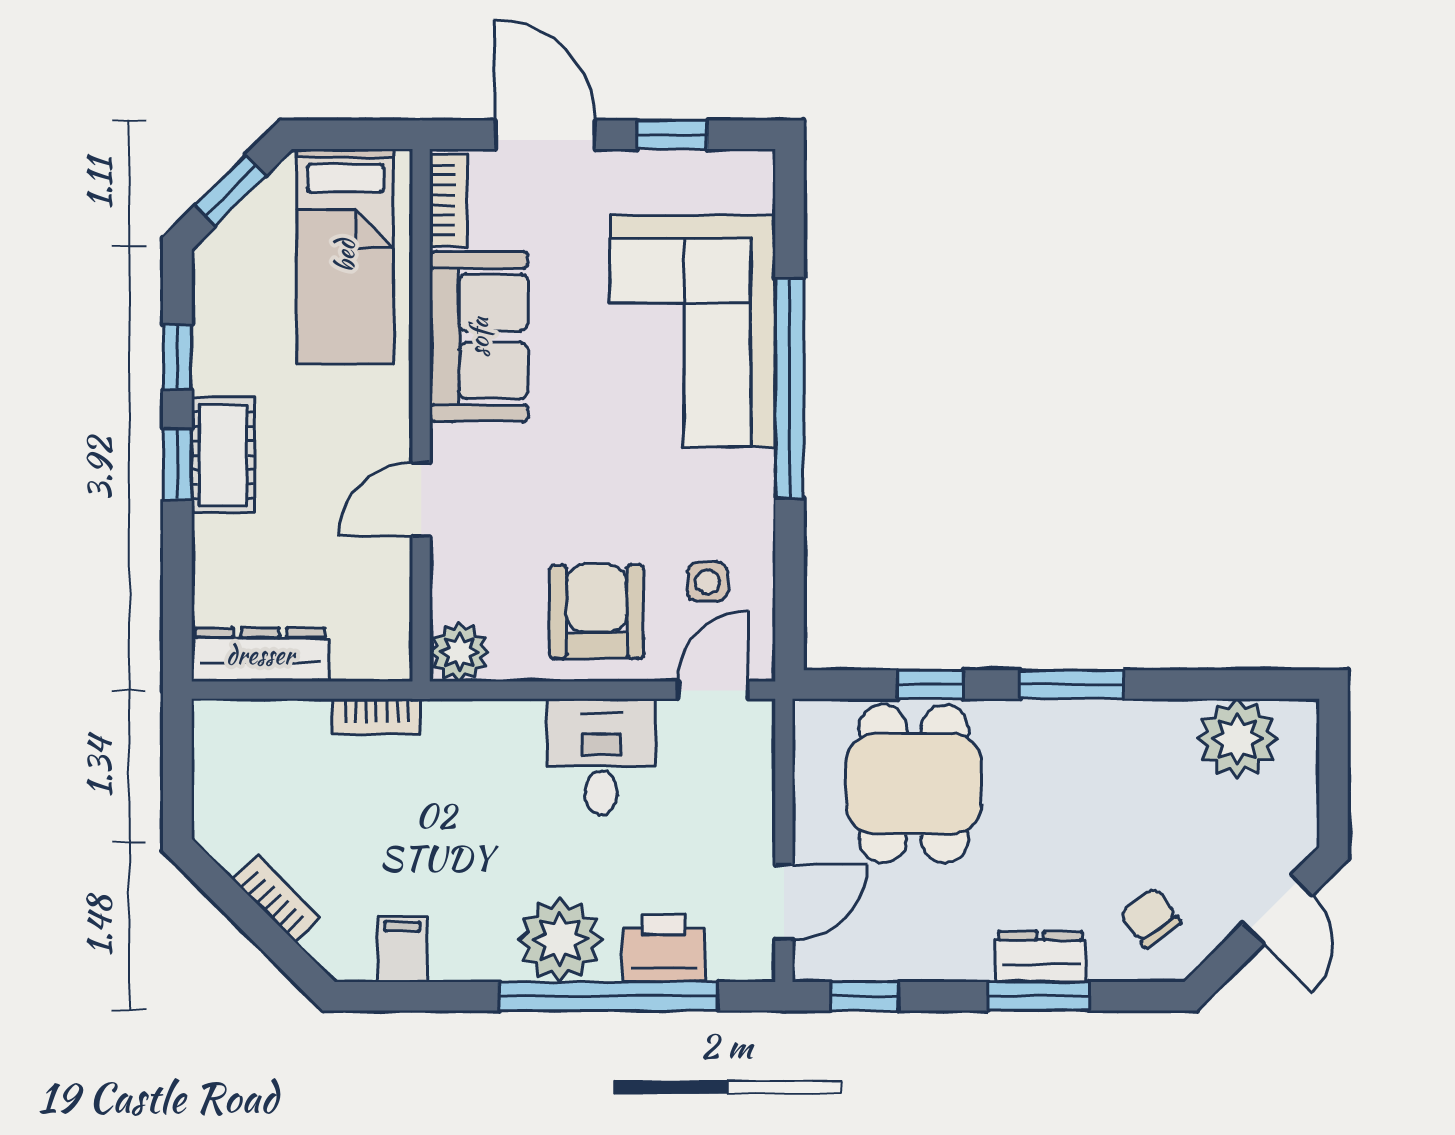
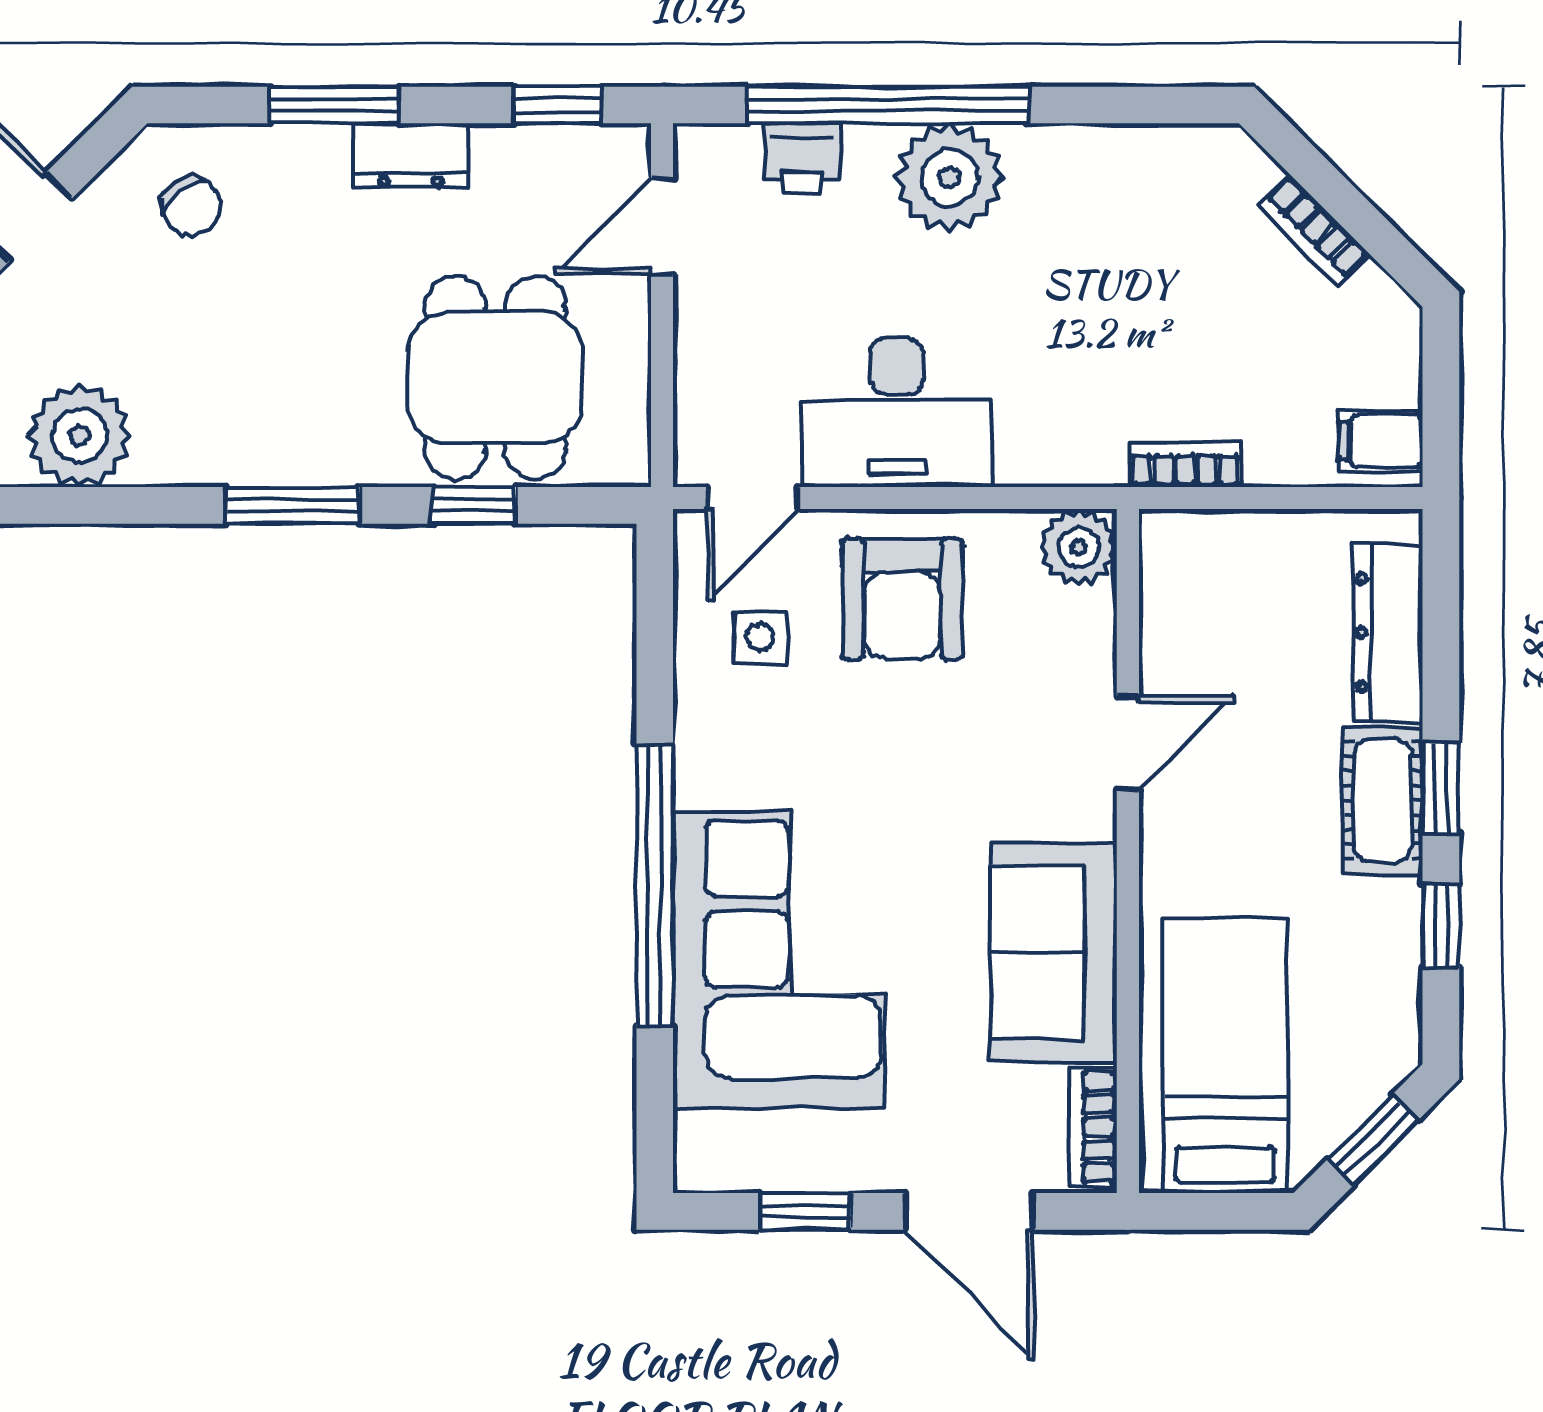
dresser: (260, 655) -> (1388, 632), moved, turned 90
desk: (601, 757) -> (897, 413), width x1.37
printer: (664, 948) -> (802, 158), width x0.73, depth x0.81
filing cabinet: (402, 949) -> (1381, 441), moved, turned 90
dresser: (1040, 957) -> (411, 156), moved

